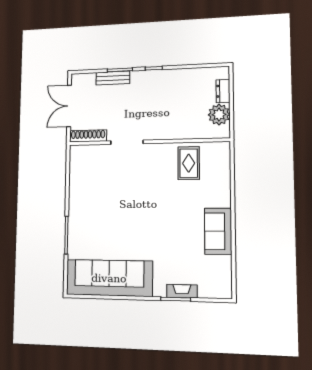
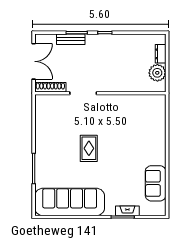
double door: (69, 106) -> (34, 61), swing flipped
rug: (189, 163) -> (89, 148), moved
sofa: (218, 231) -> (156, 183), moved

